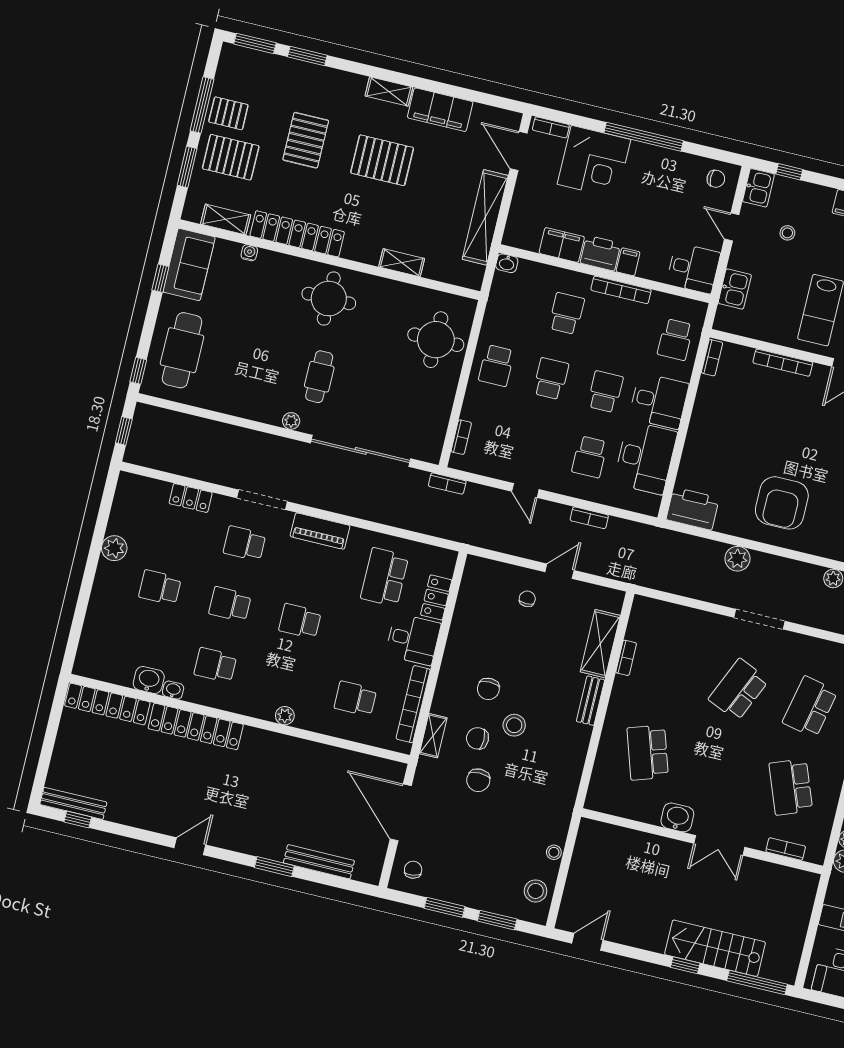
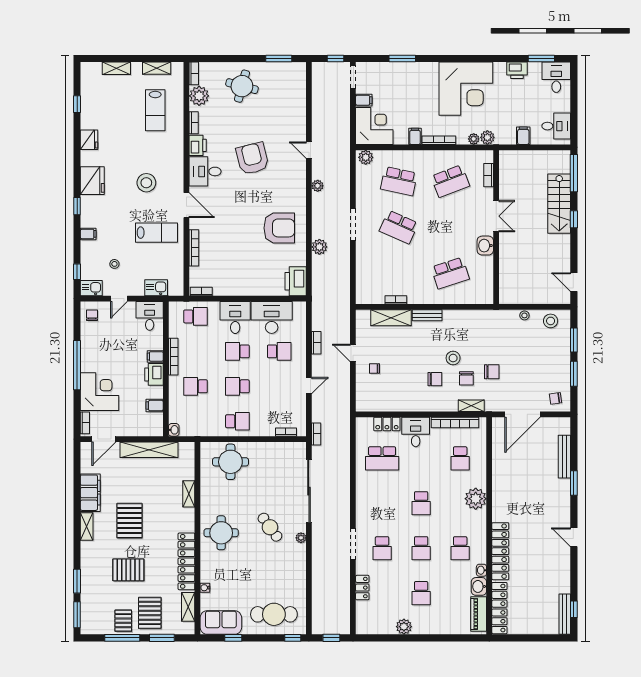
filing cabinet: (562, 245) -> (155, 406), width x0.50
cafe table: (319, 377) -> (270, 527), turned 54
piano: (320, 531) -> (479, 614), moved, turned 180
plant: (285, 716) -> (476, 499), width x1.87, depth x1.87

